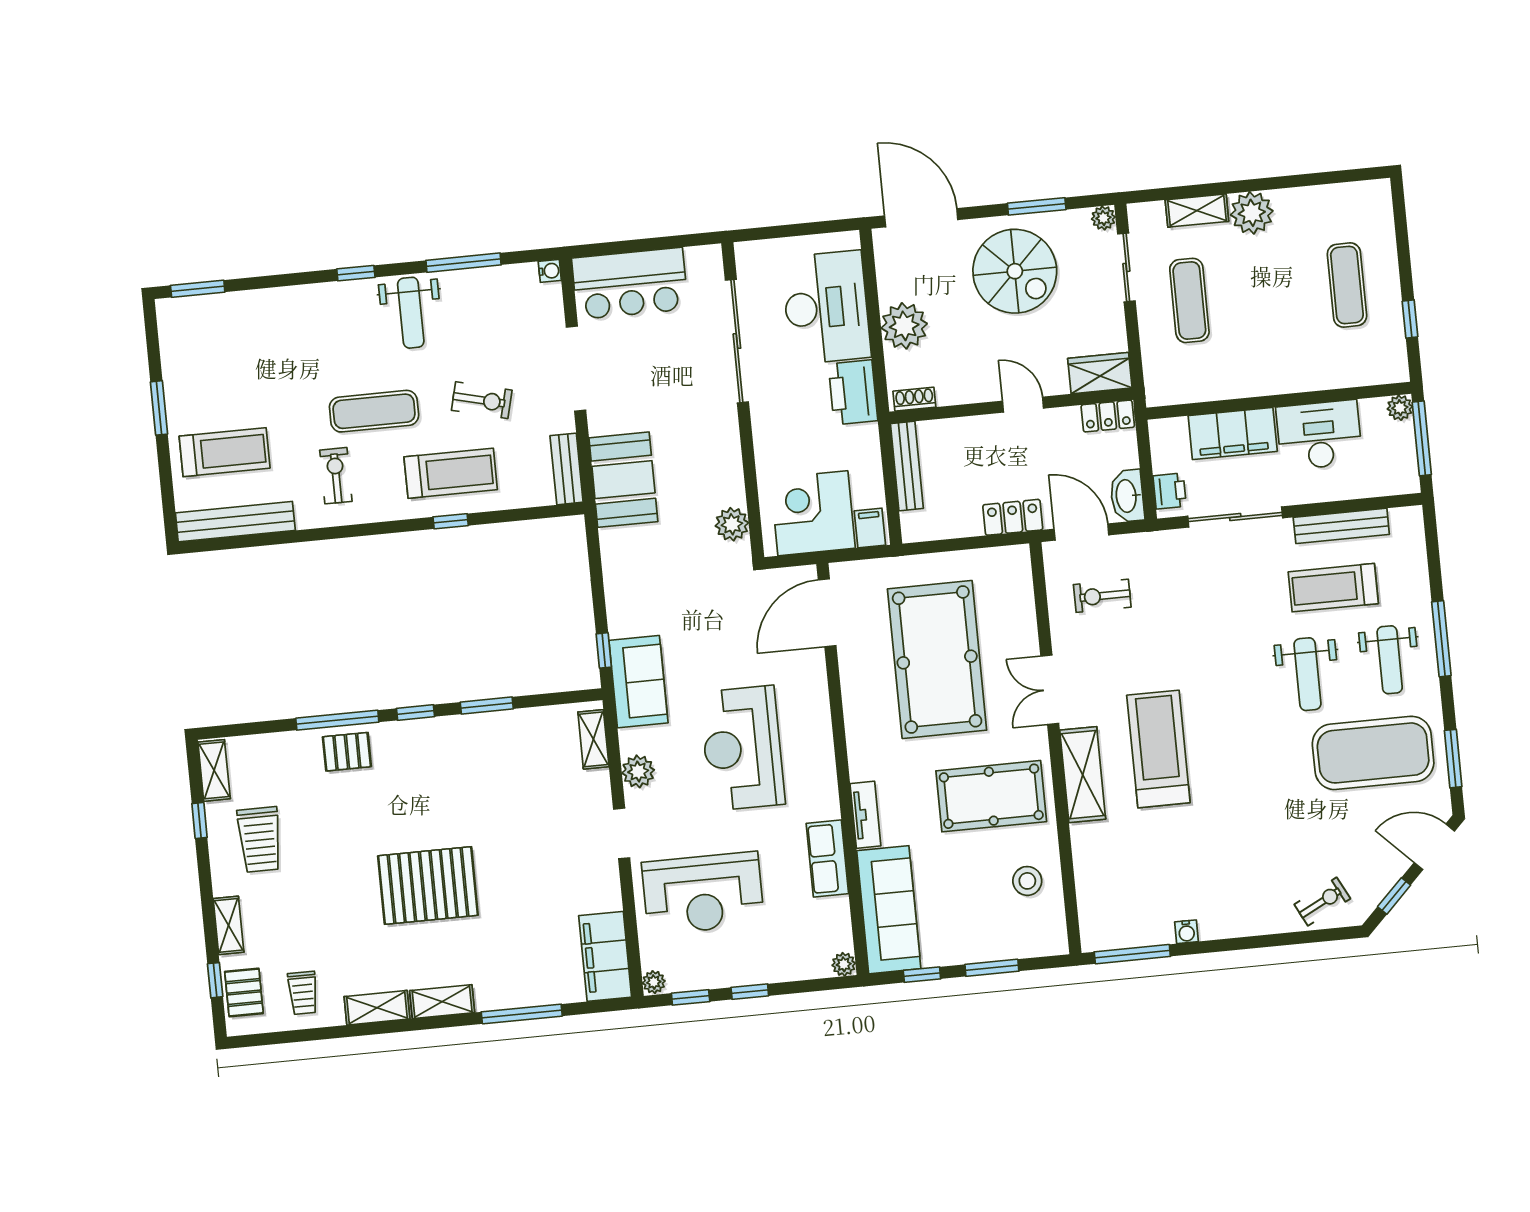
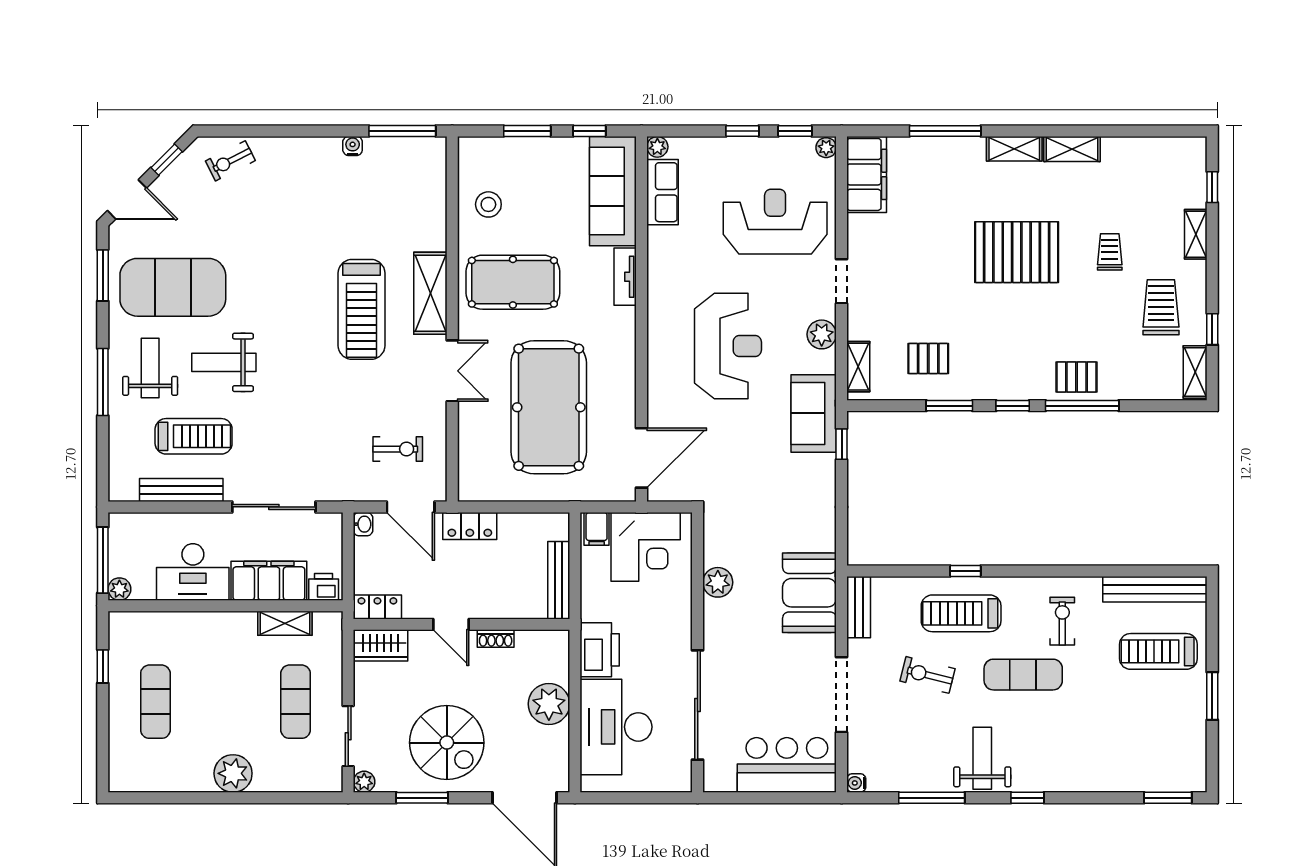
shelving: (1197, 211) -> (285, 623), moved
spiral stairs: (1015, 271) -> (447, 743), turned 180
shoe rack: (914, 399) -> (496, 639), moved
exercise bike: (336, 476) -> (1062, 621), turned 180
printer: (1170, 491) -> (324, 587), moved, turned 90
washbasin: (1127, 496) -> (363, 524), width x0.52, depth x0.69
plant: (732, 524) -> (718, 582), moved
weight bench: (1307, 674) -> (224, 362), turned -90
row of seats: (827, 858) -> (663, 192), moved
pallet: (244, 992) -> (928, 358), moved, turned 90
trolley: (303, 993) -> (1110, 252), moved

